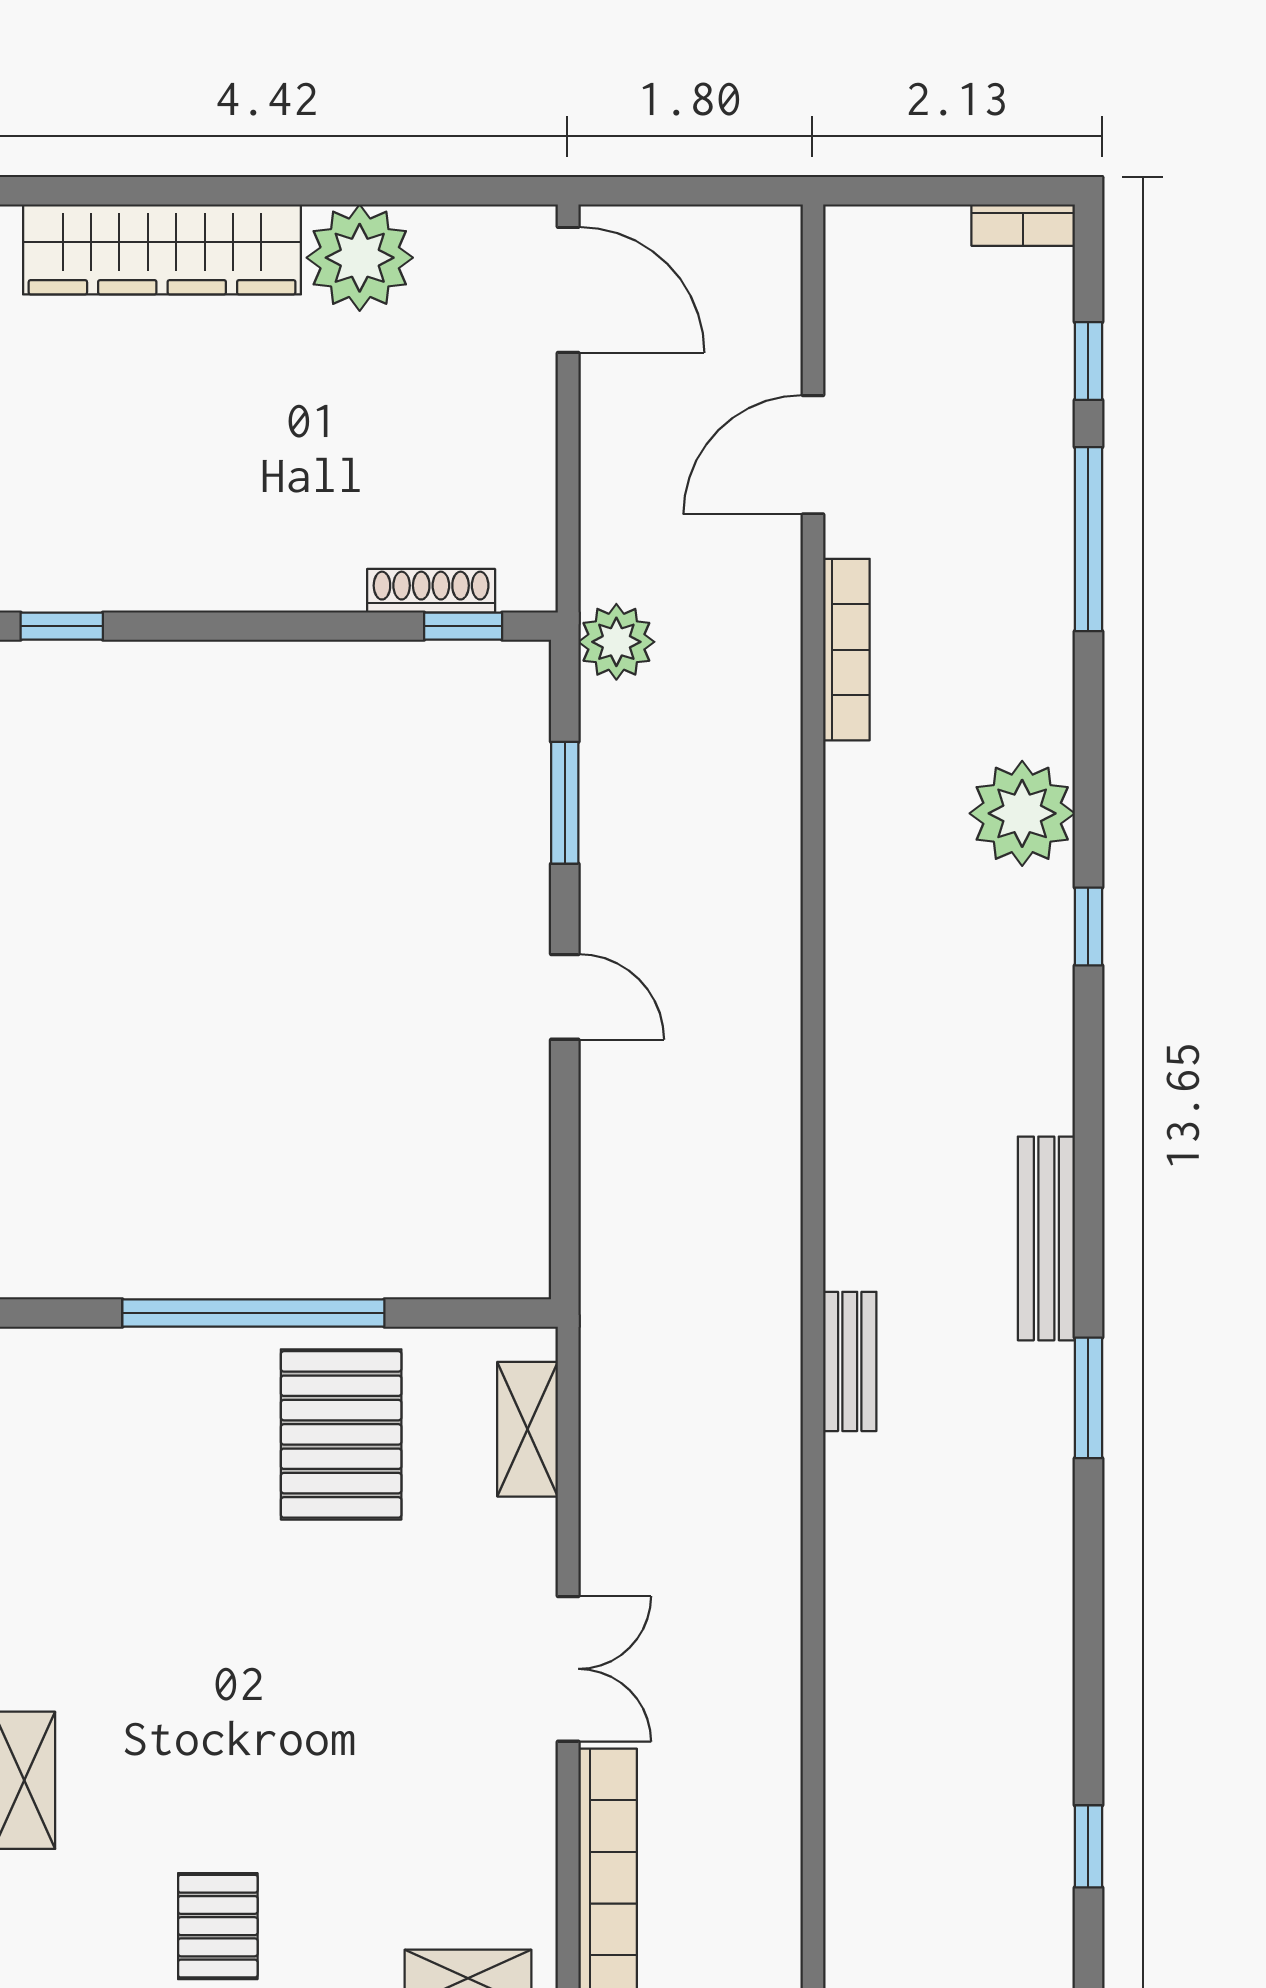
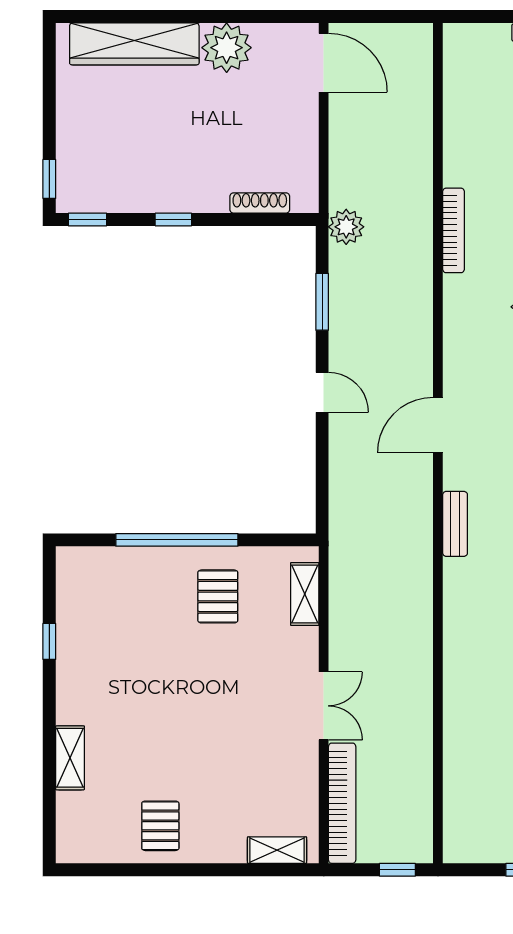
door: (813, 455) -> (438, 425), moved
window: (463, 626) -> (173, 219), moved
bench: (850, 1361) -> (455, 524), moved
pallet: (341, 1434) -> (218, 596), width x0.67, depth x0.71

